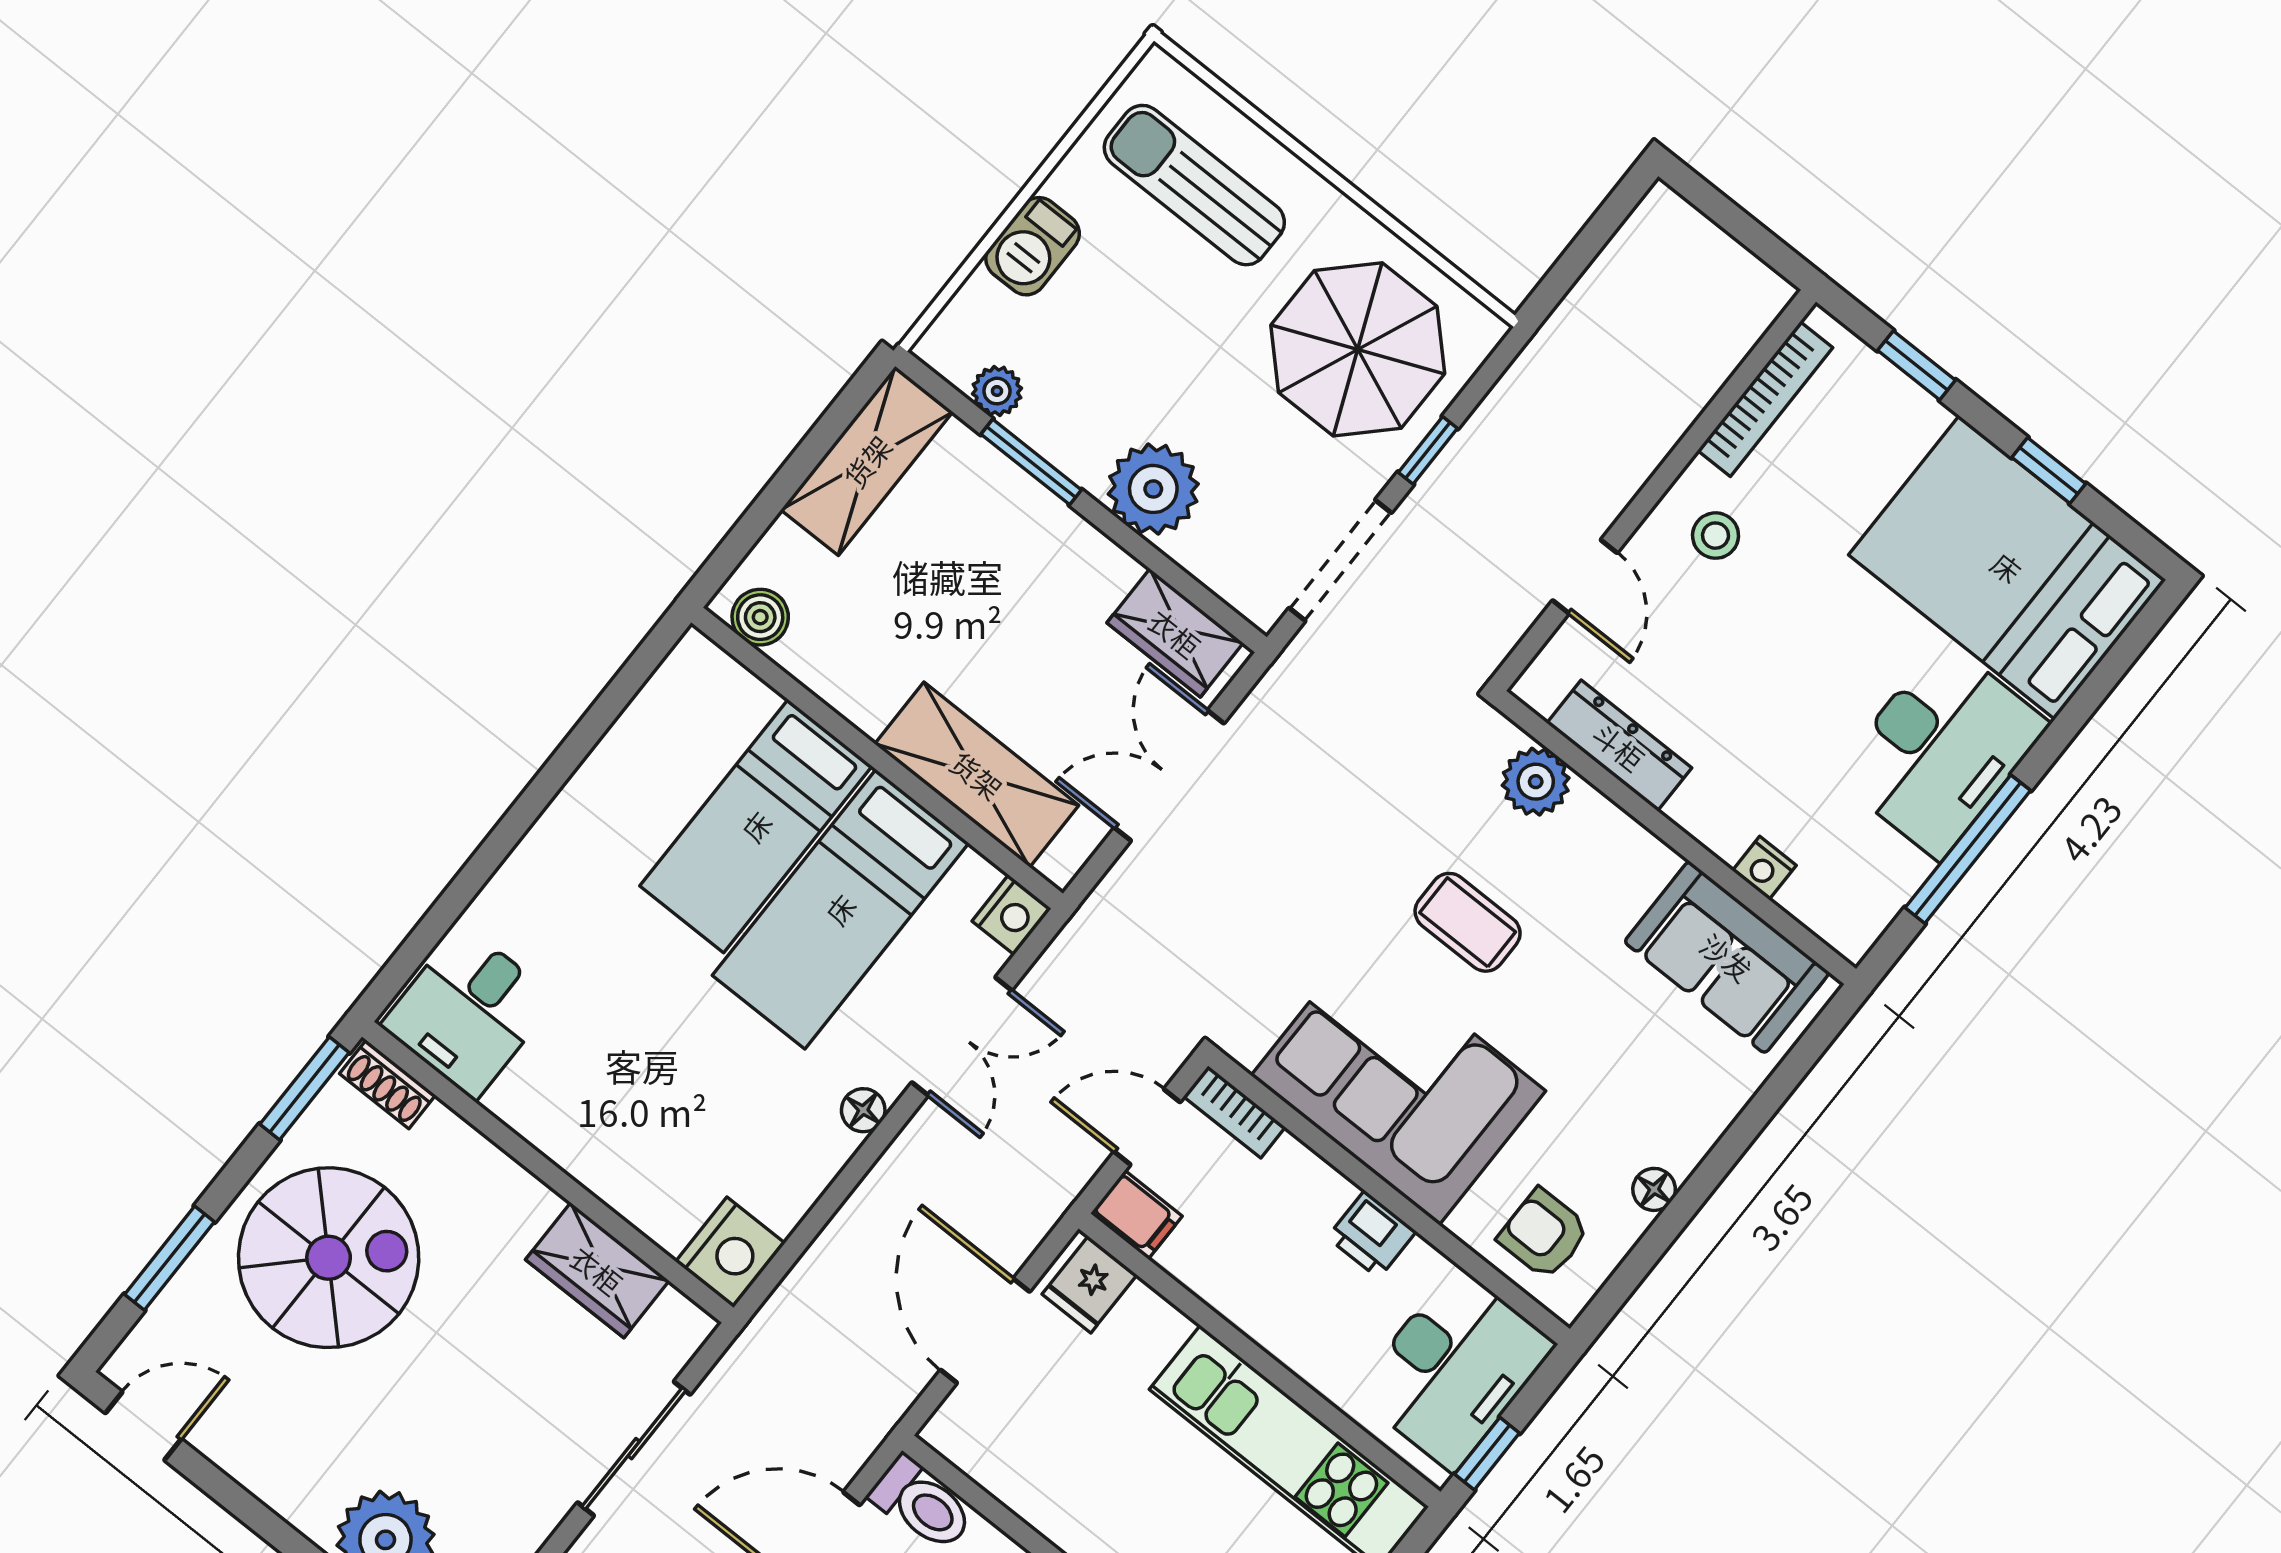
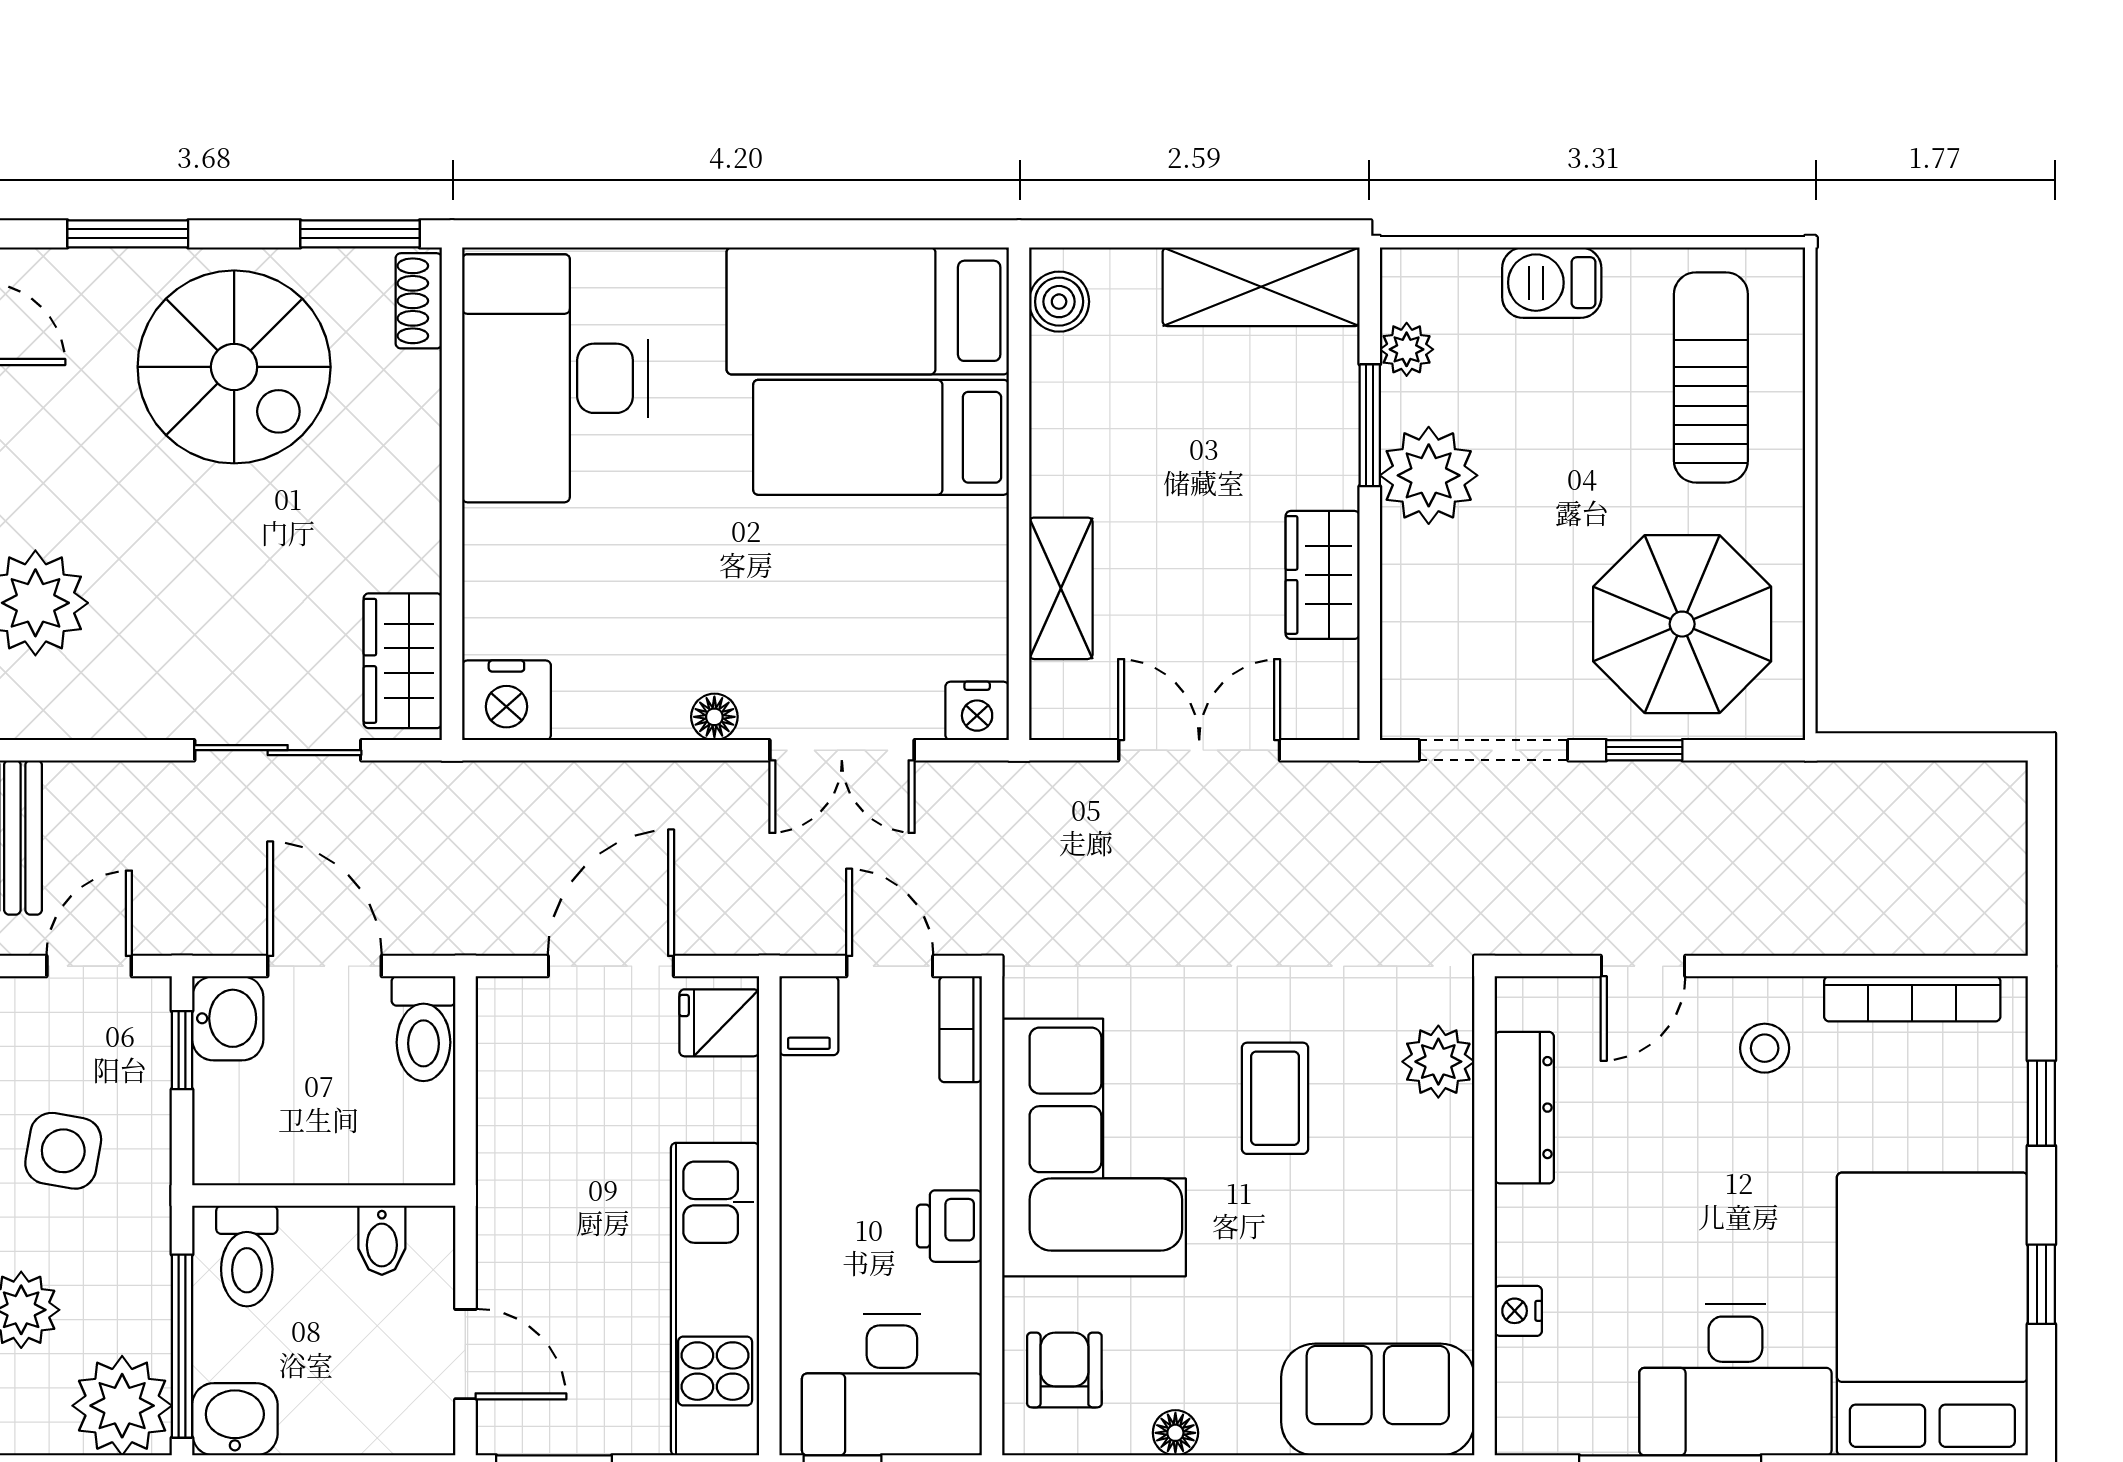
plant: (1153, 489) -> (1429, 475), moved
wardrobe: (1175, 633) -> (1323, 575), moved
shelving: (977, 775) -> (1061, 588), width x0.67, depth x0.75
bed: (840, 909) -> (868, 311), moved
sofa: (1727, 957) -> (1378, 1400), moved, turned 90
desk: (469, 1012) -> (555, 378), width x1.87, depth x1.30
wardrobe: (597, 1270) -> (403, 661), moved

